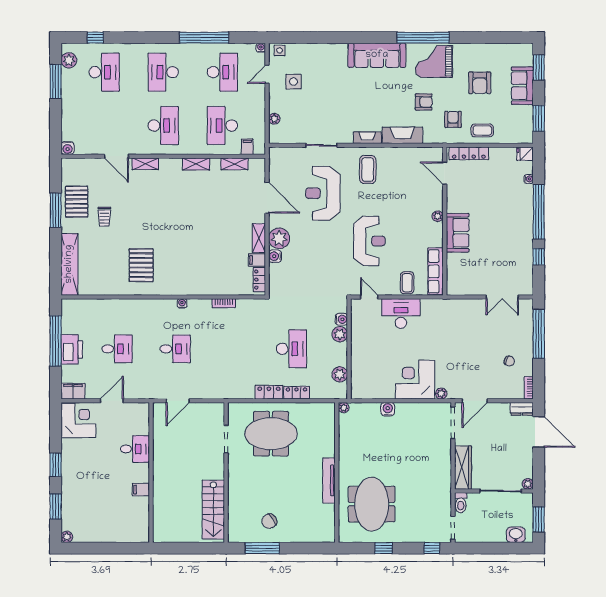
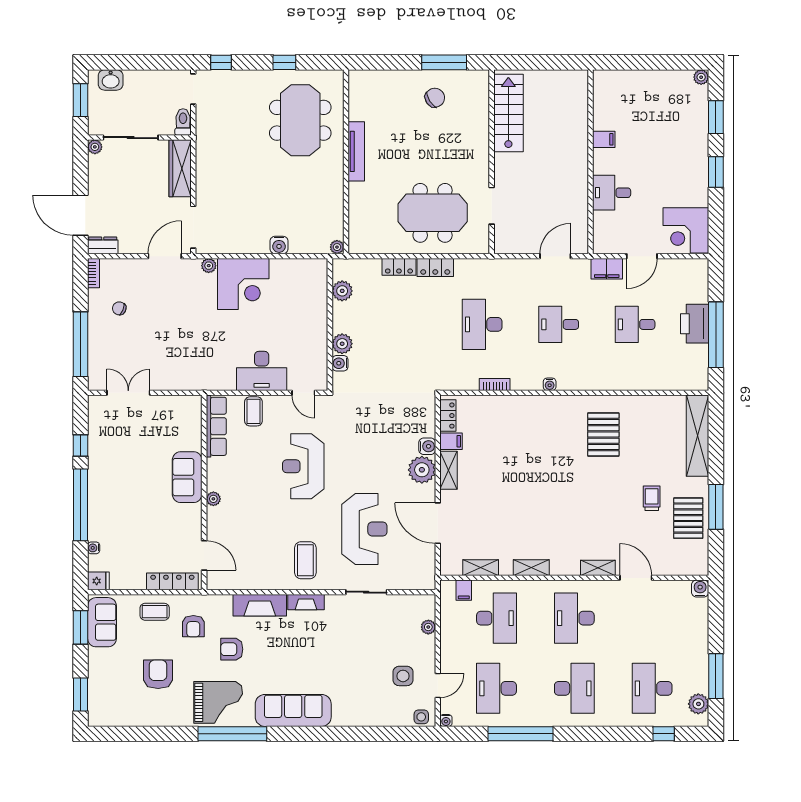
sofa: (522, 86) -> (102, 622), moved
desk: (291, 349) -> (482, 324), moved
filing cabinet: (73, 391) -> (607, 269), moved

